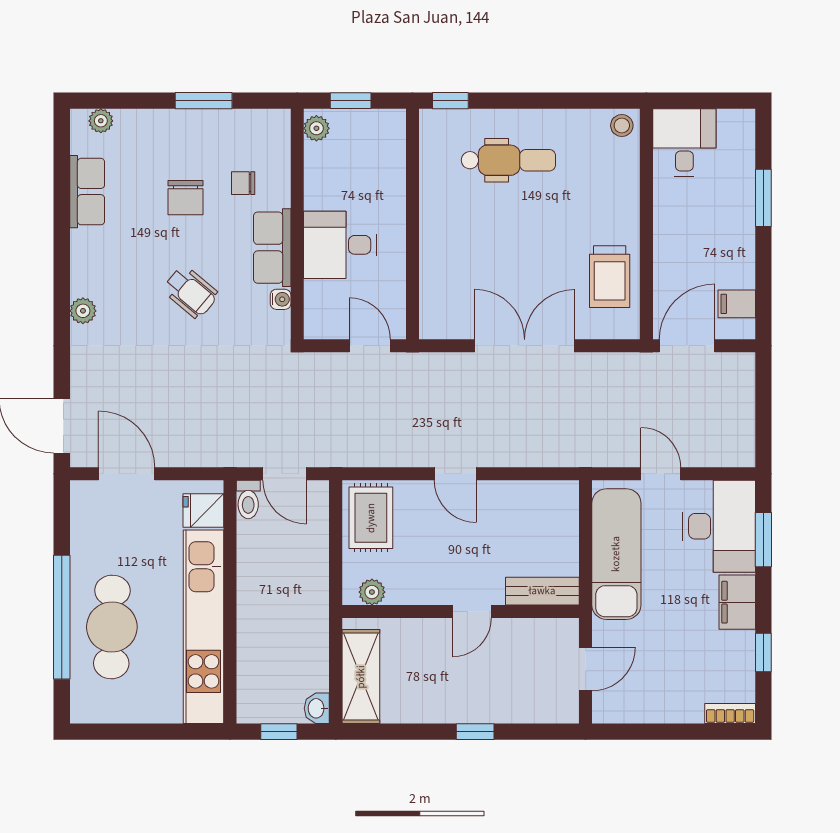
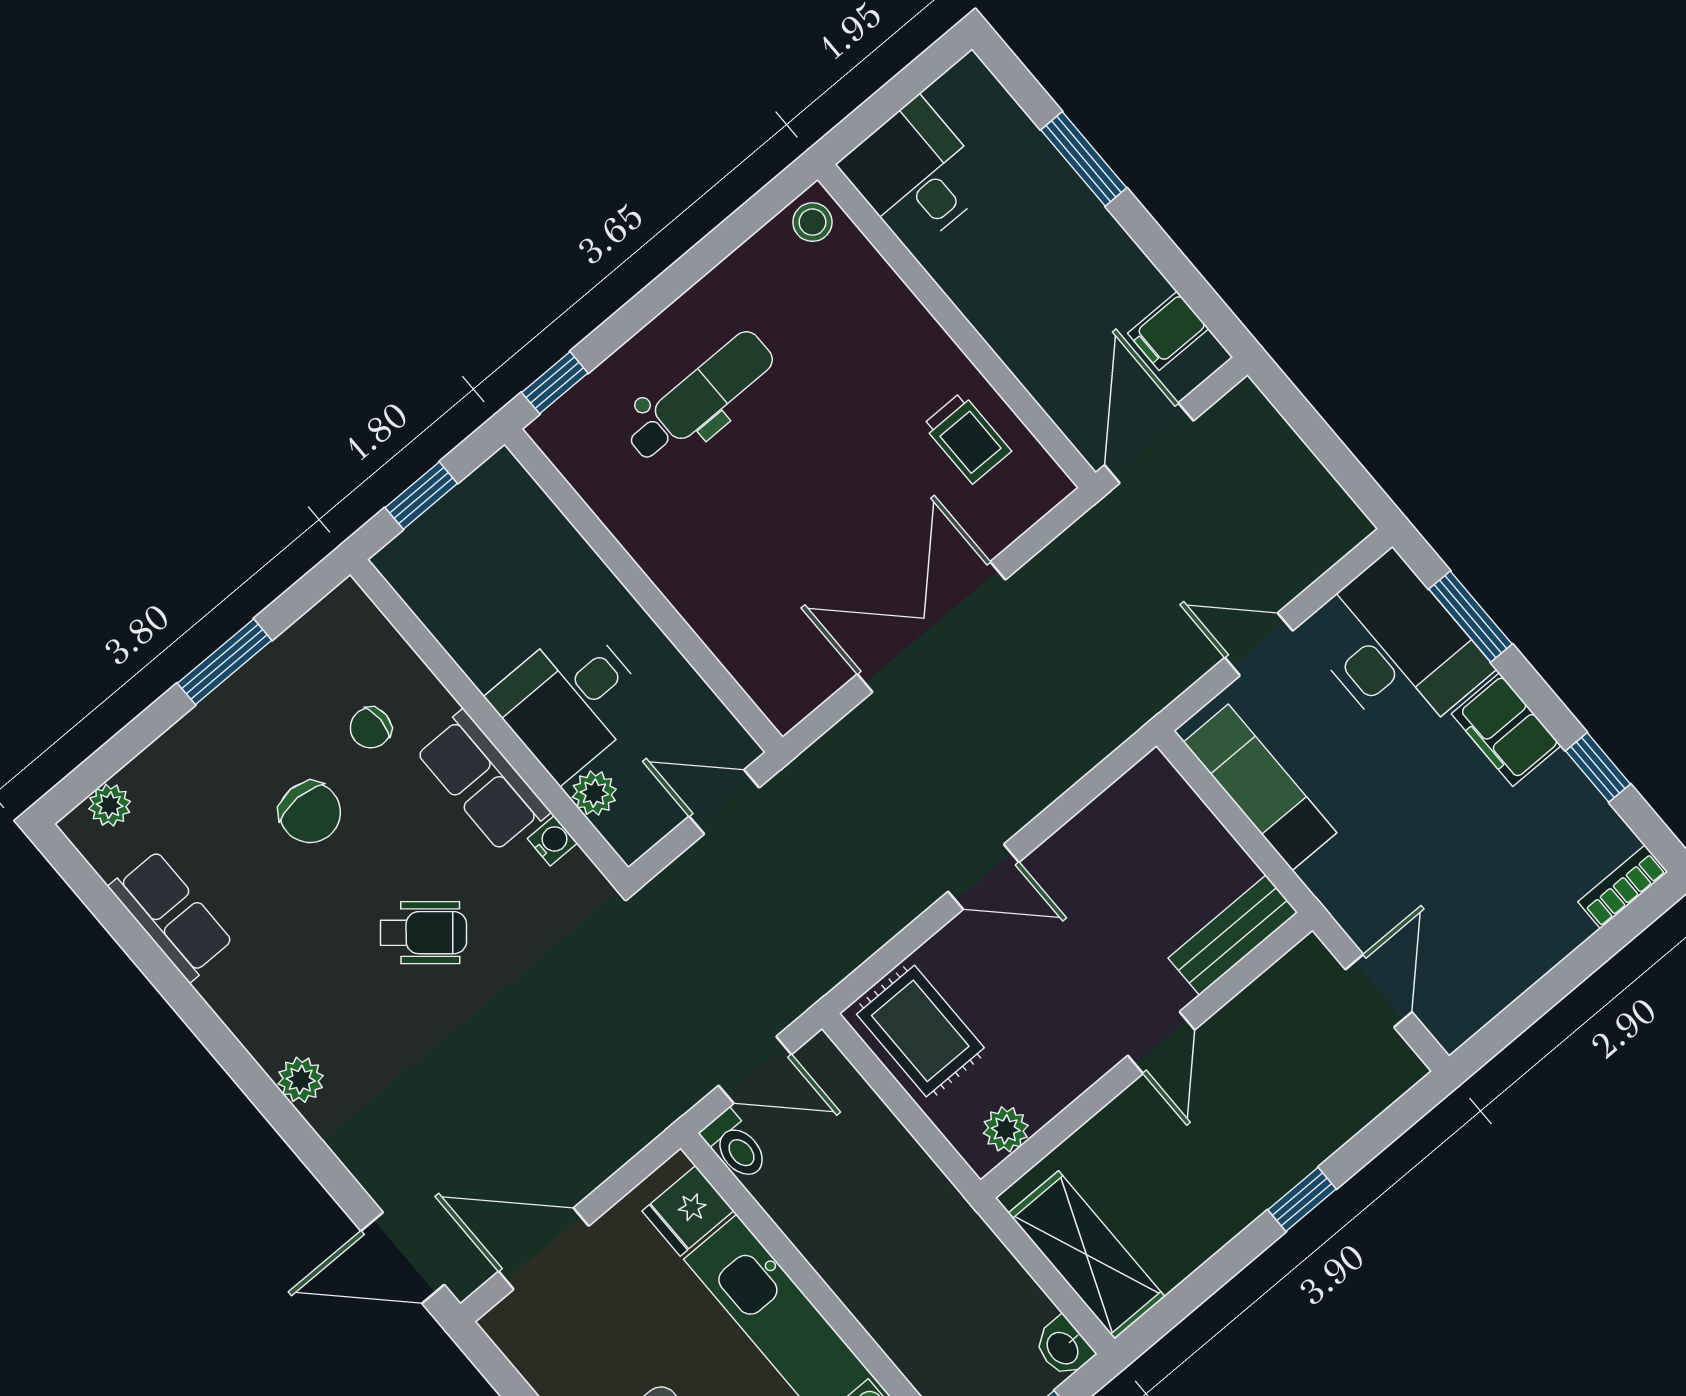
plant: (316, 128) -> (594, 793), moved
trolley: (610, 277) -> (967, 438), width x0.73, depth x0.72
exam couch: (616, 554) -> (1260, 787), width x0.73, depth x0.69

